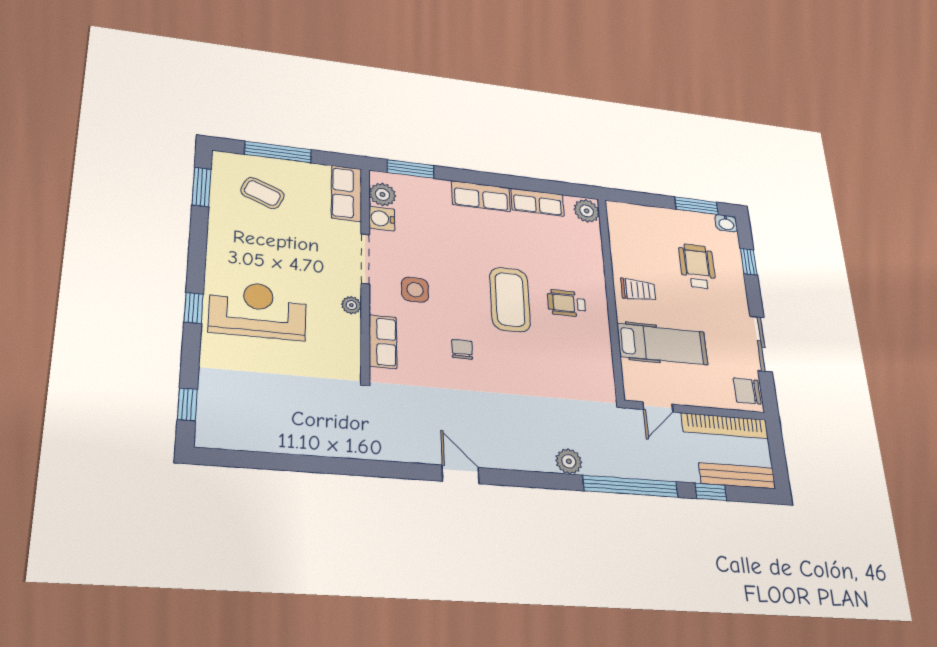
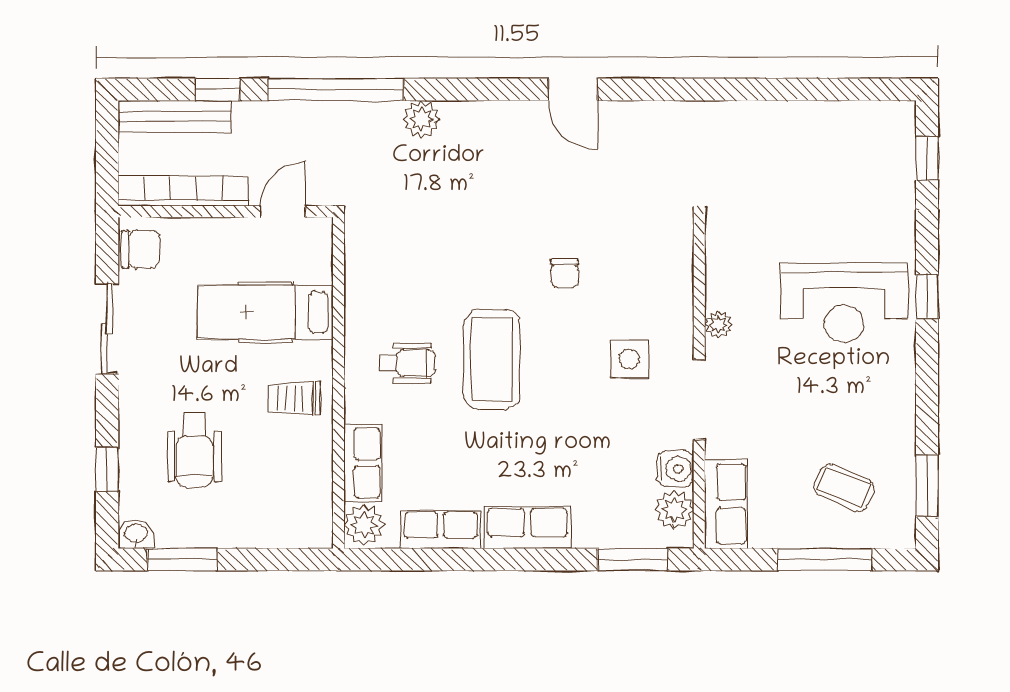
row of seats: (383, 342) -> (363, 463), moved, turned 180

